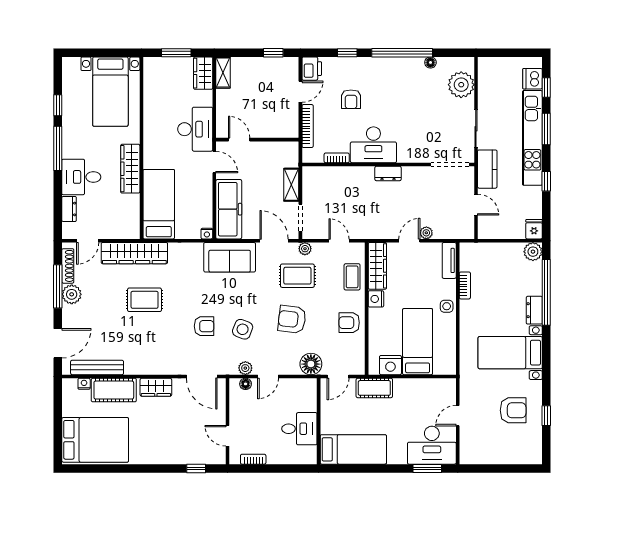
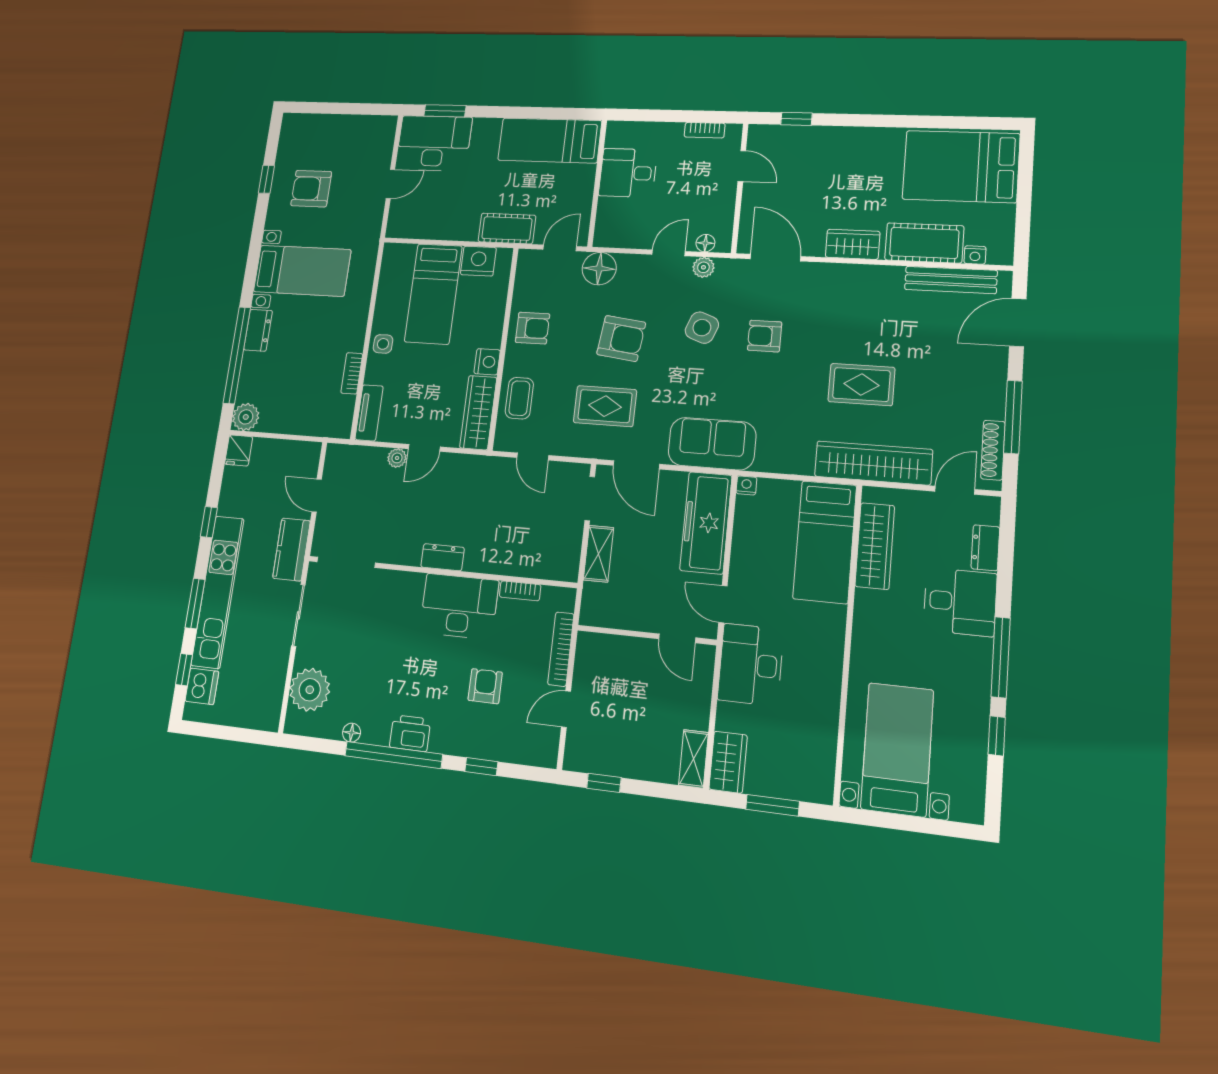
printer: (312, 69) -> (410, 733), moved, turned 90
wardrobe: (130, 169) -> (875, 546), moved
plant: (305, 249) -> (588, 448), removed
plant: (72, 294) -> (989, 402), removed

